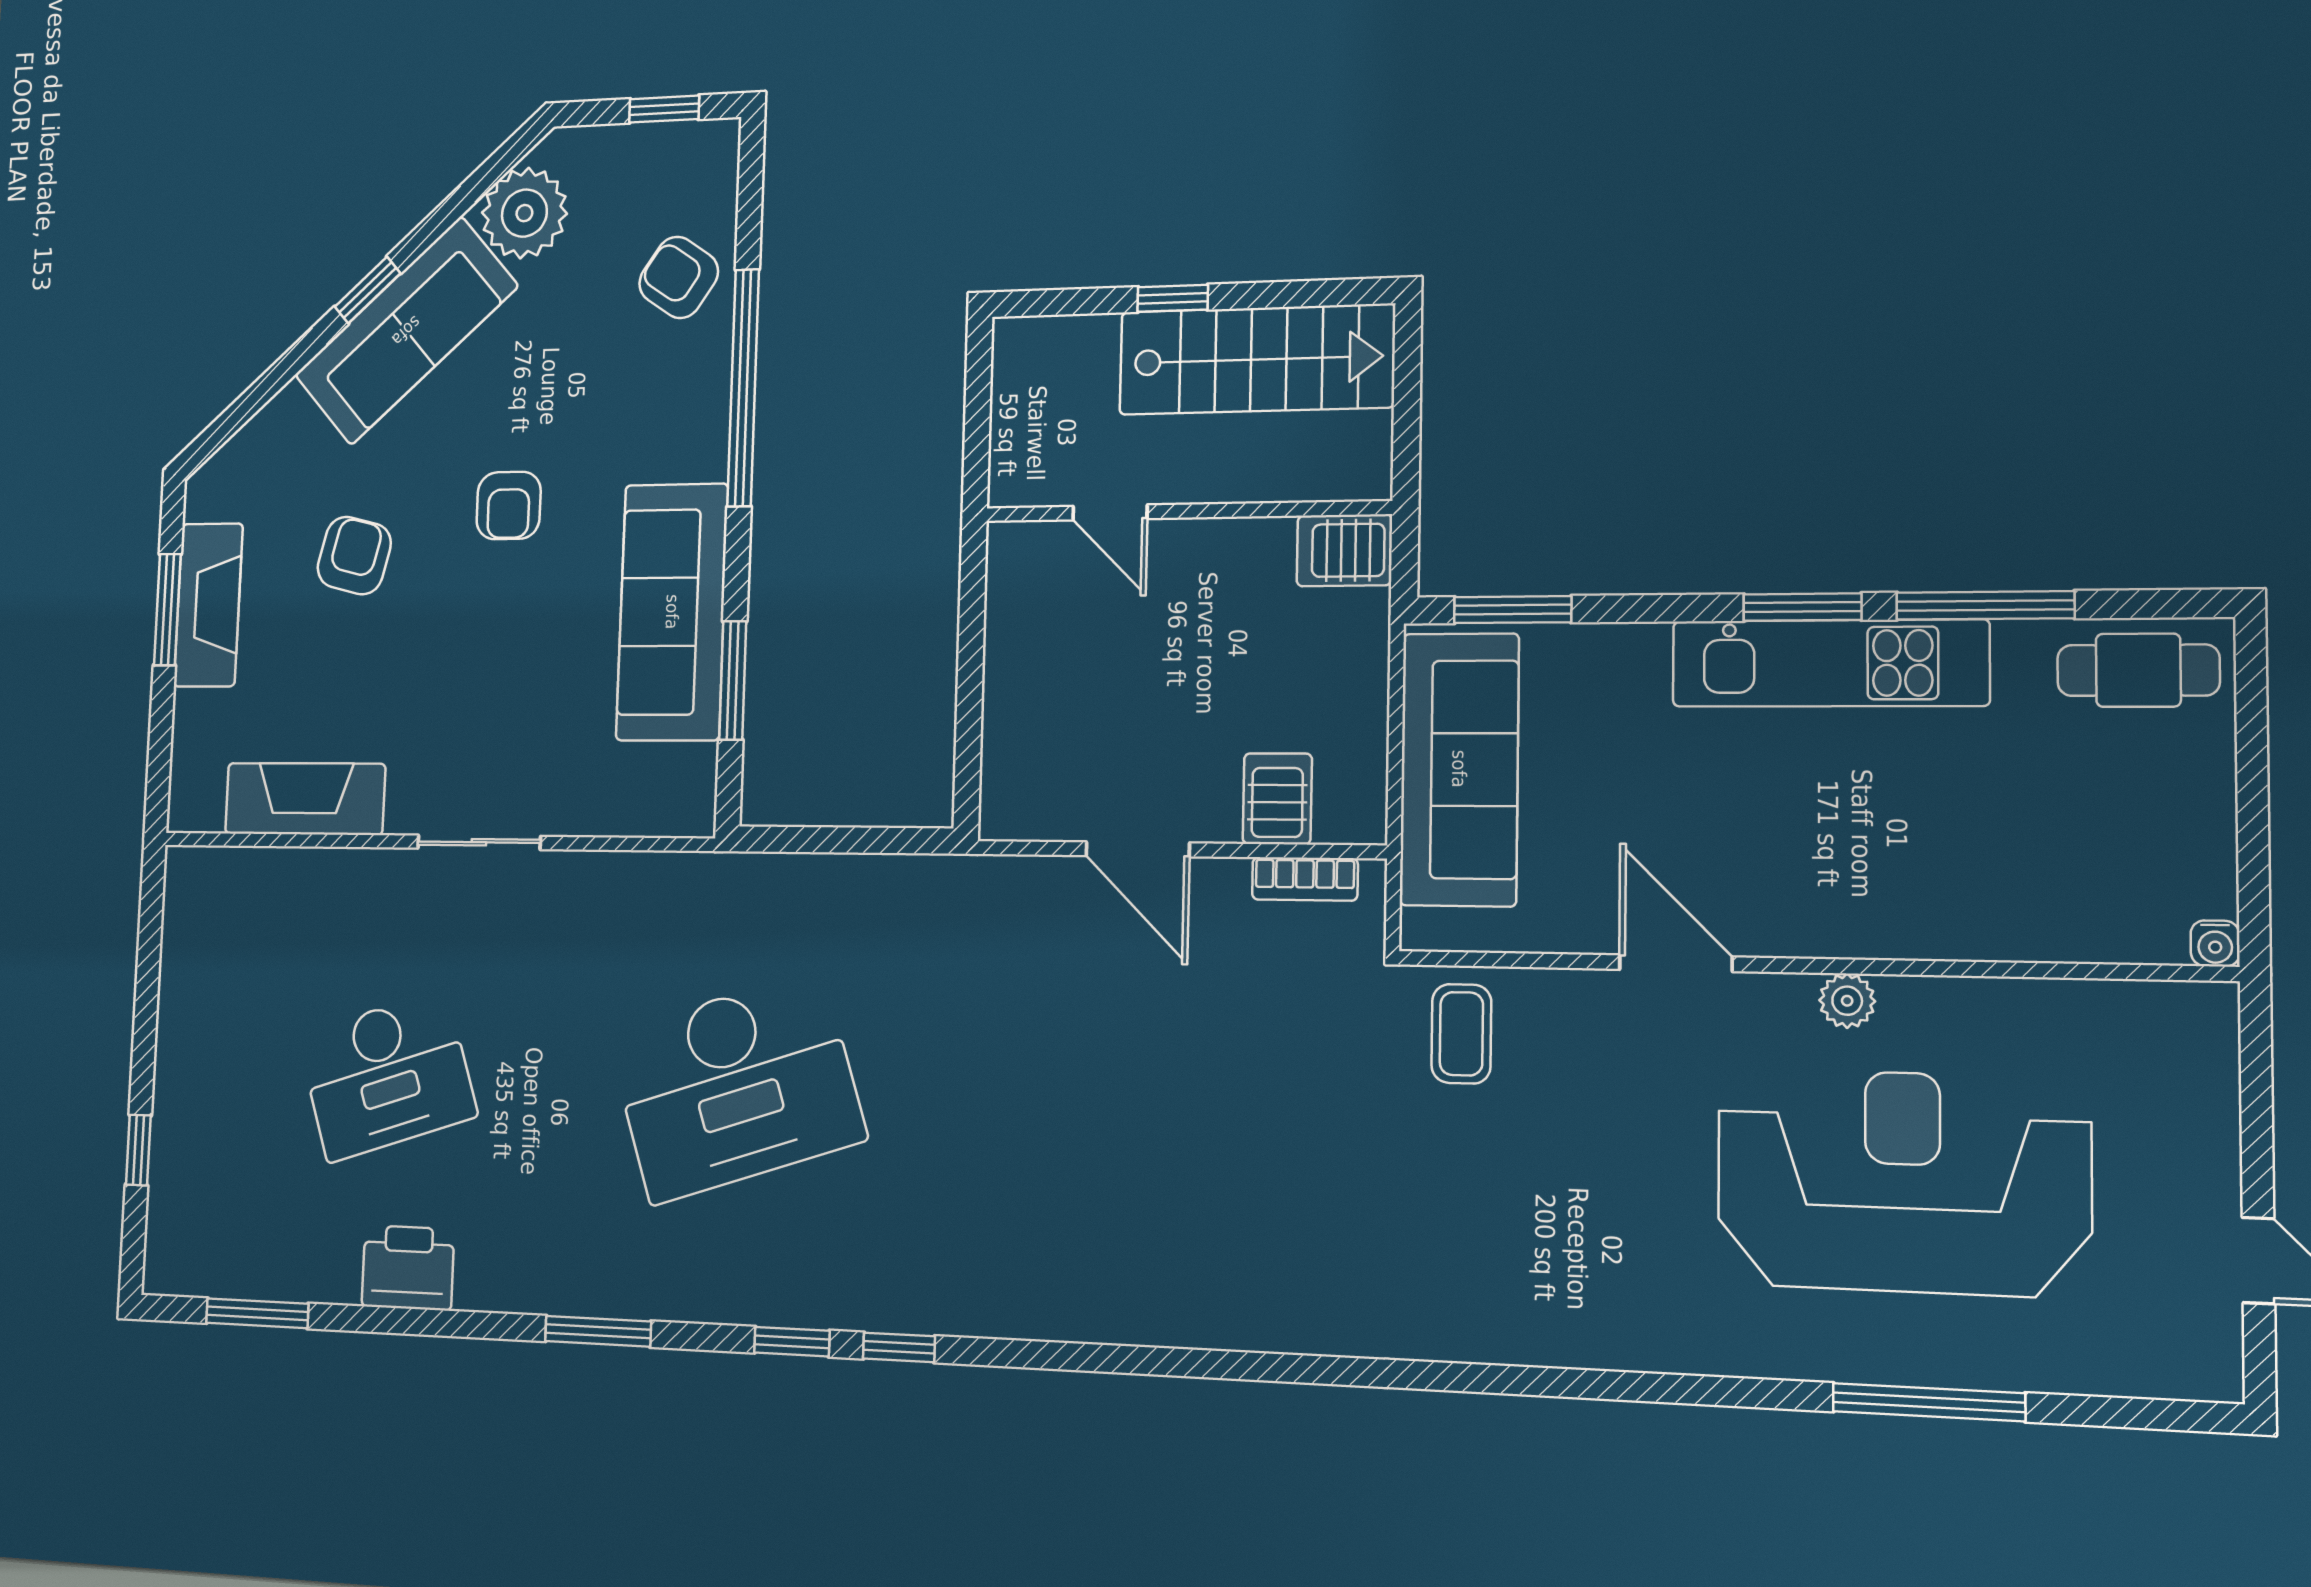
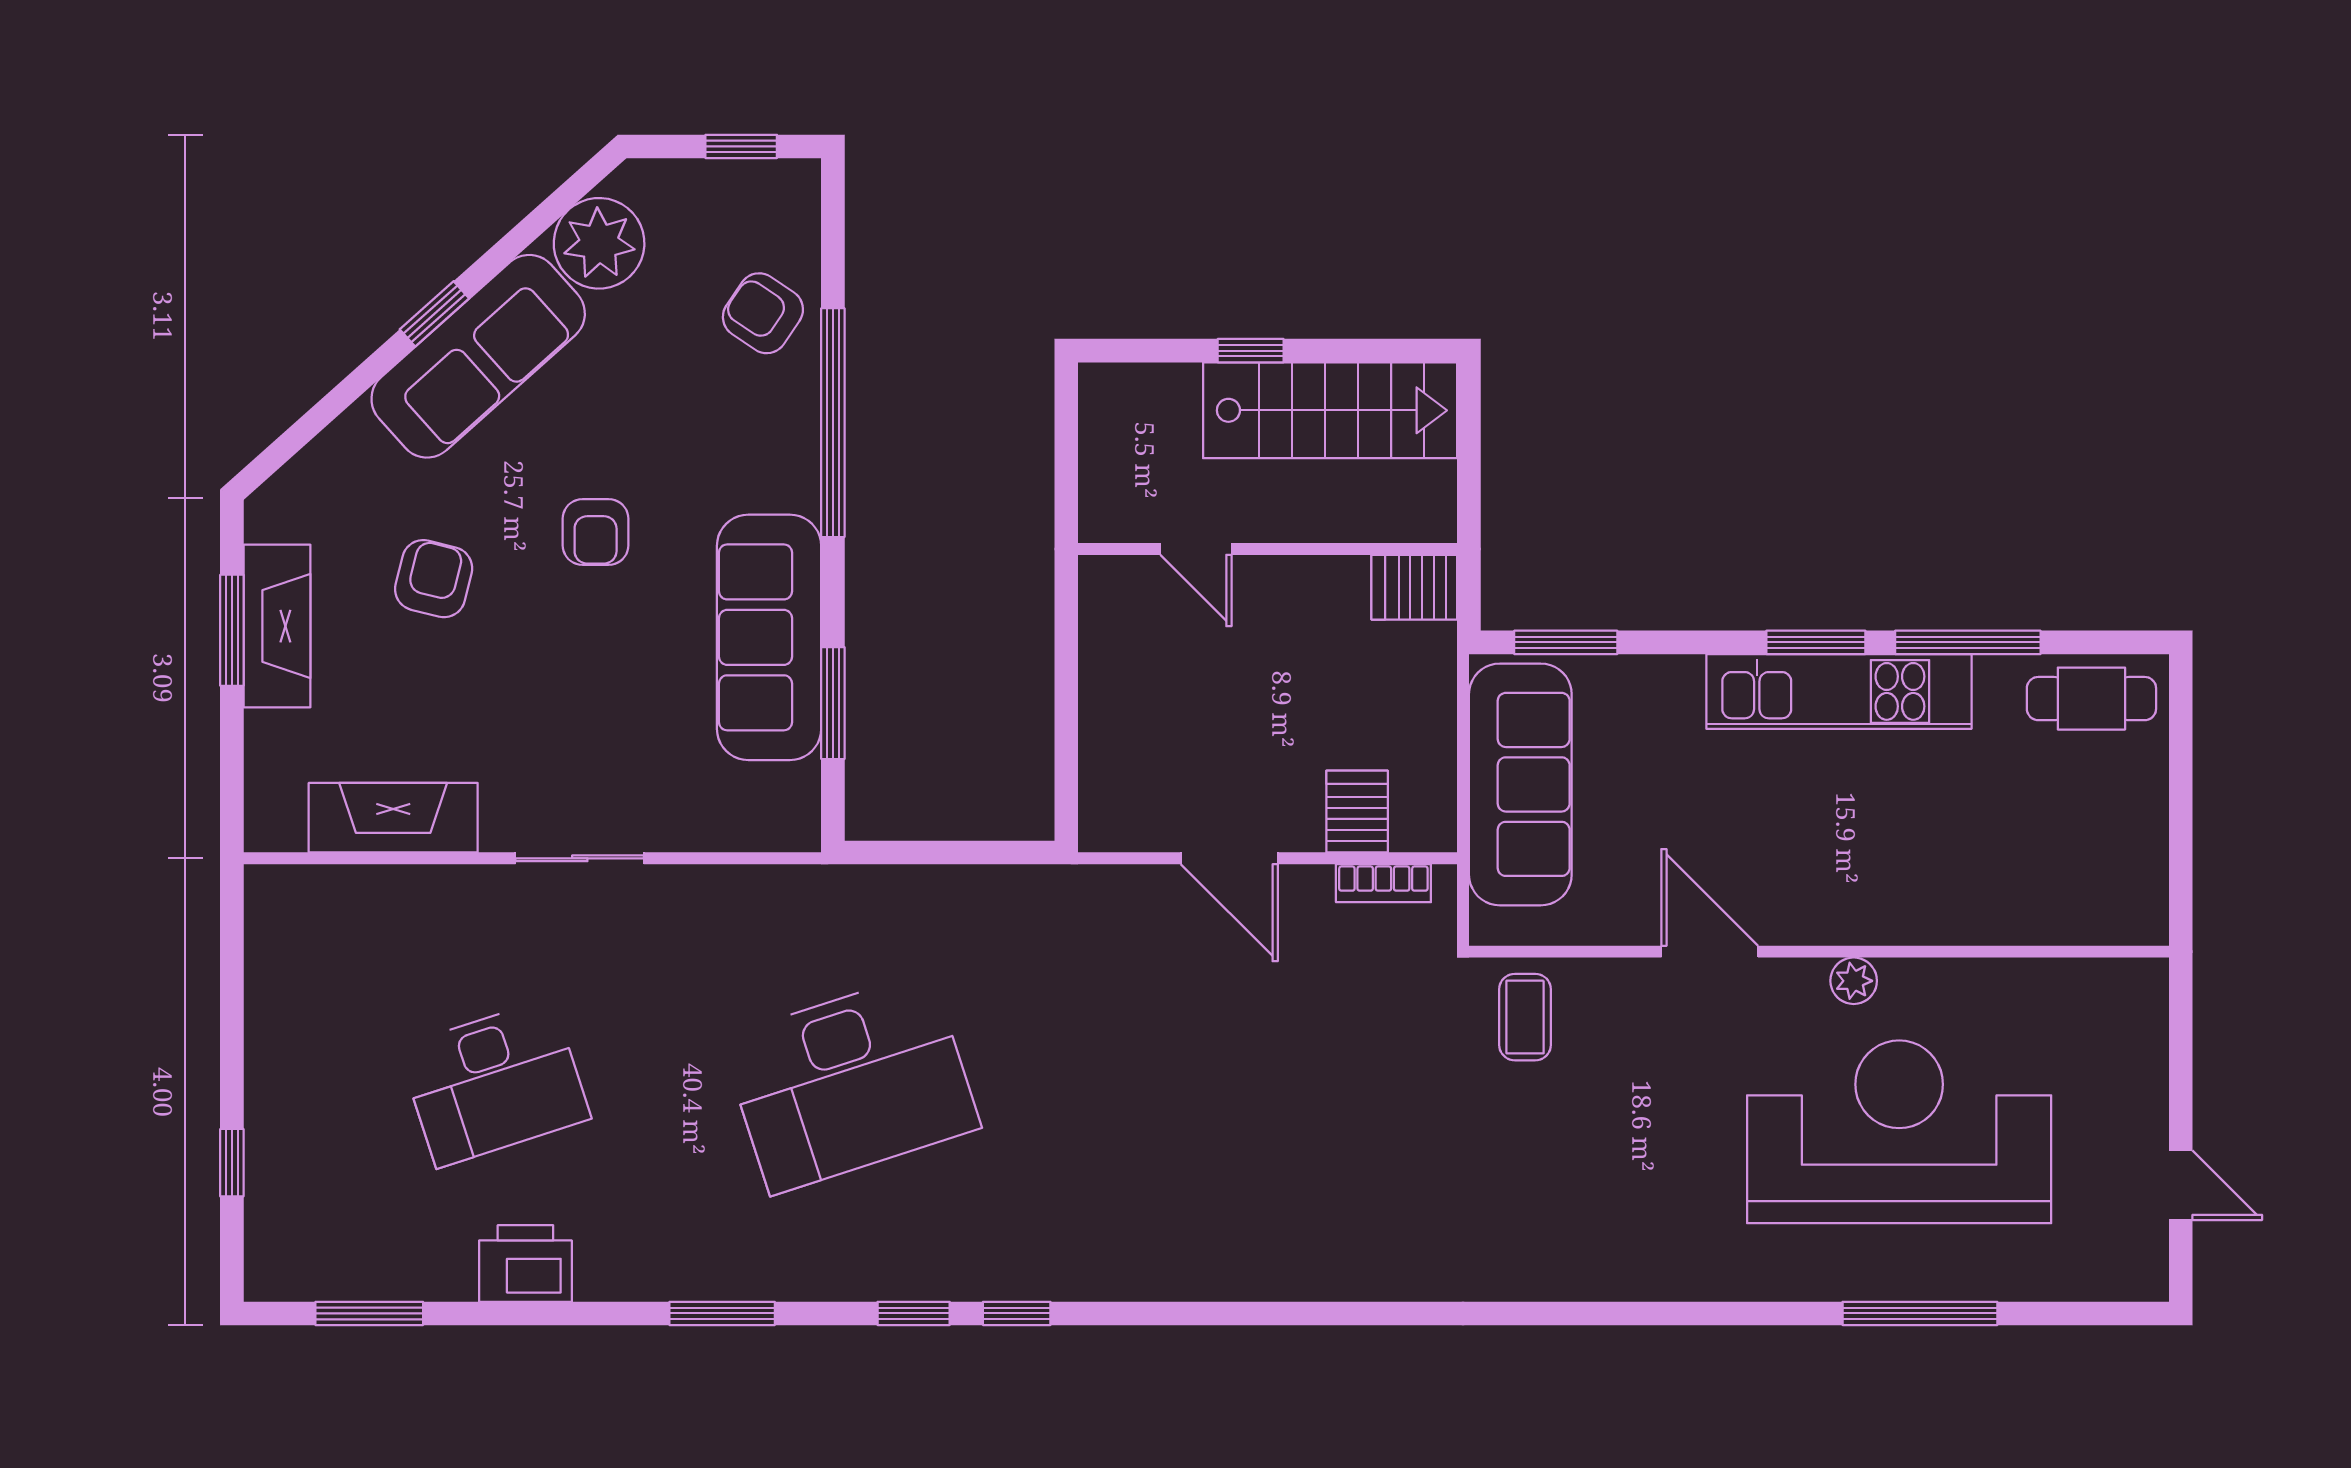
water cooler: (2215, 943) -> (2150, 927), removed

